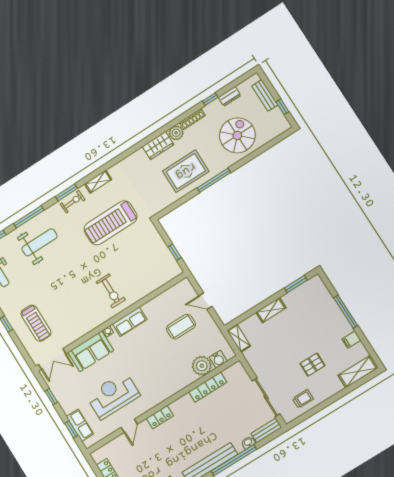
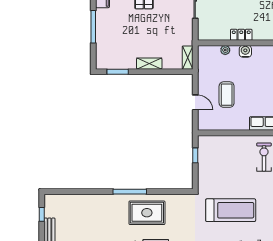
spiral stairs: (237, 135) -> (90, 215), removed
coffee table: (181, 327) -> (227, 95), turned 90
water cooler: (218, 359) -> (245, 51), moved
plant: (202, 366) -> (225, 50), width x0.53, depth x0.53
locker: (208, 387) -> (241, 35), width x0.66

